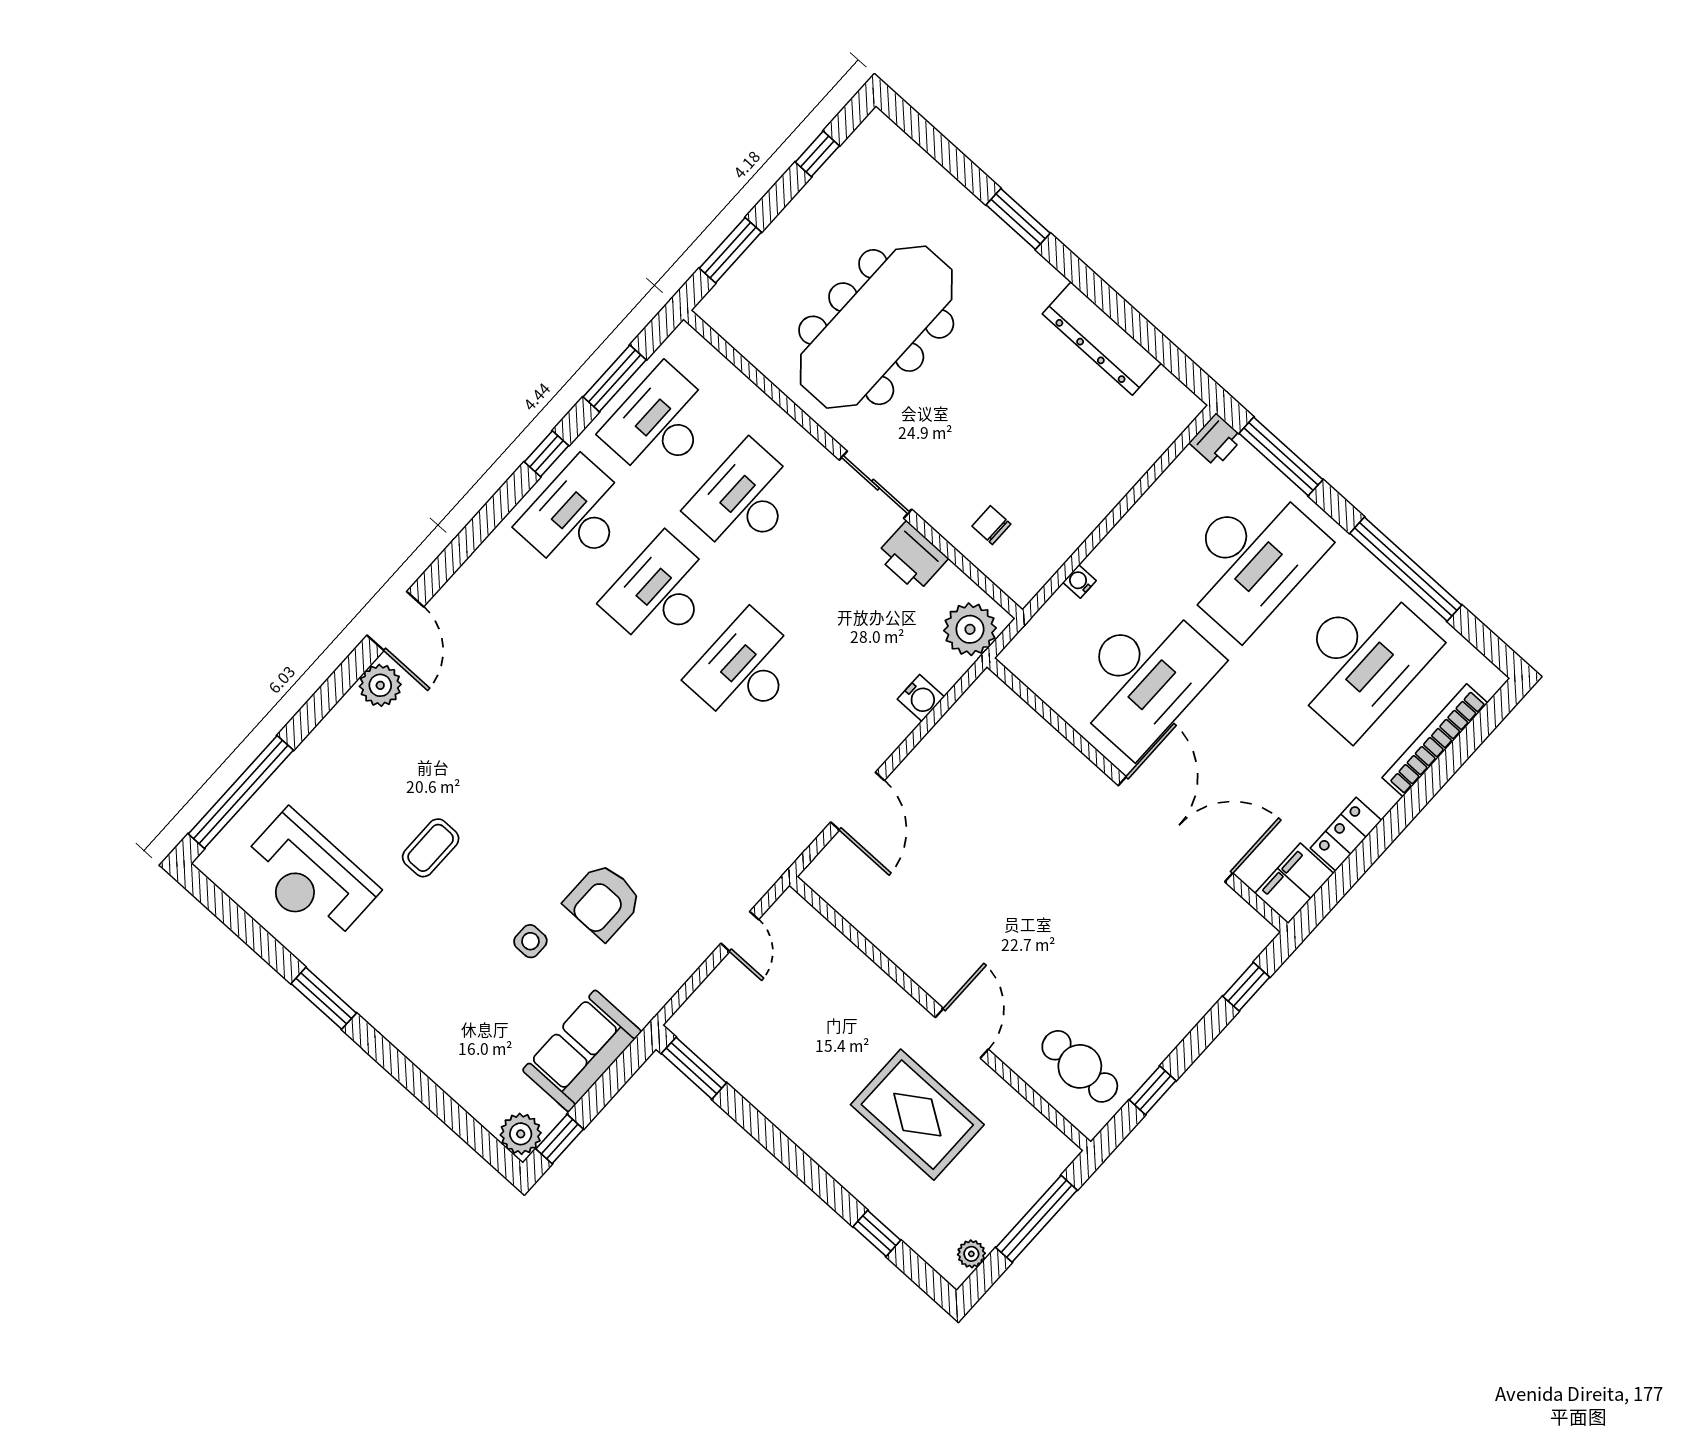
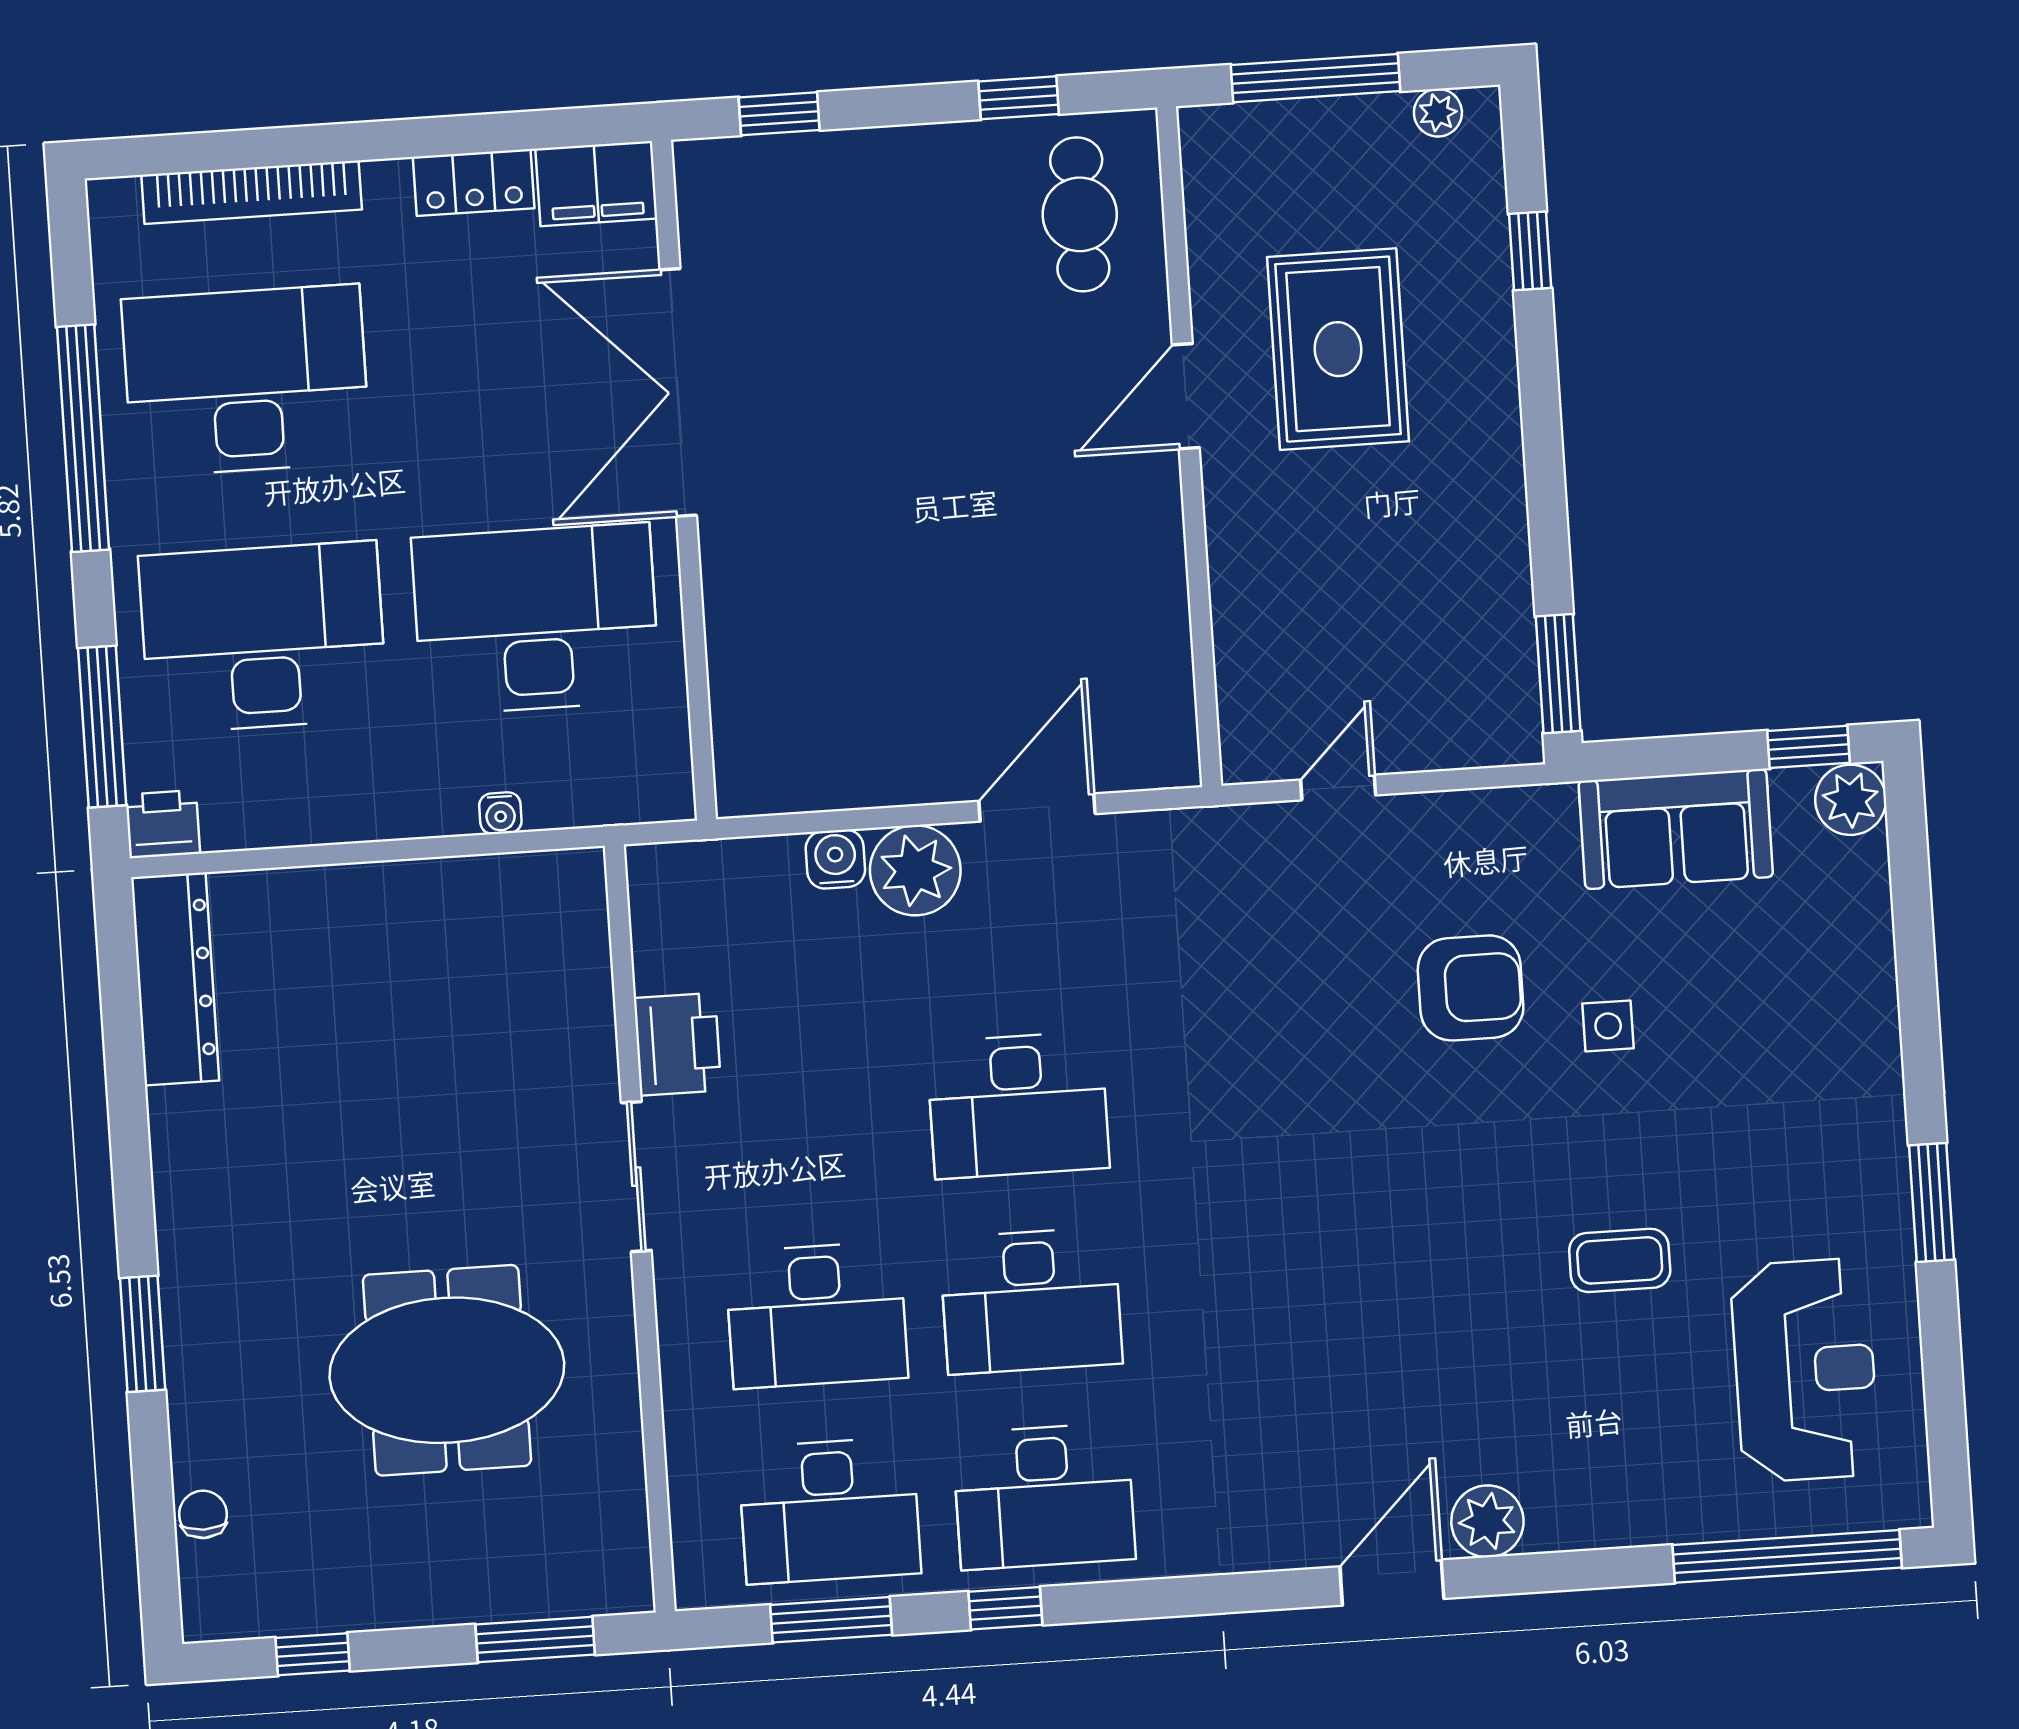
meeting table: (876, 327) -> (447, 1370), width x0.73
dresser: (1102, 338) -> (175, 979), moved
chair: (991, 525) -> (203, 1514), moved, turned 180
plant: (970, 629) -> (915, 870), moved

